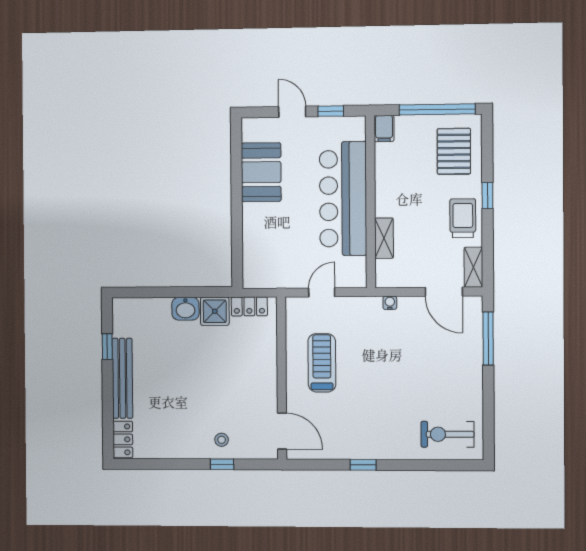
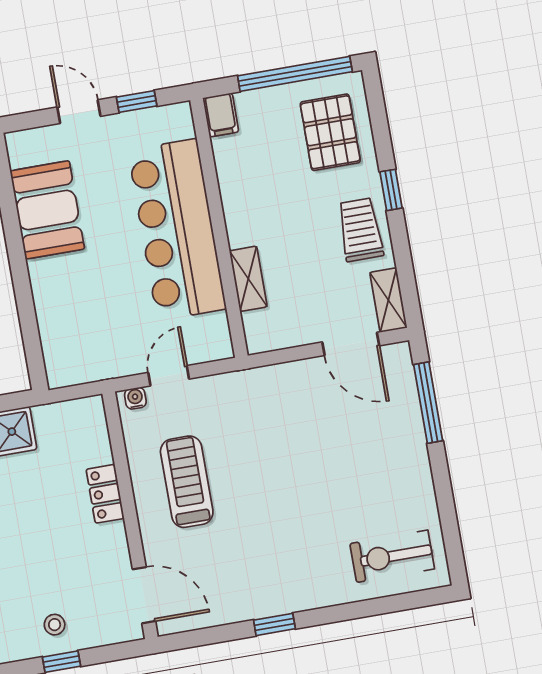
water cooler: (390, 303) -> (135, 398), moved
locker: (249, 306) -> (105, 494), moved, turned 90

